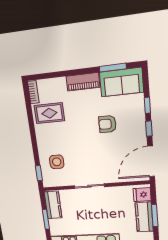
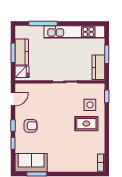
piano: (83, 82) -> (61, 166), removed
rug: (49, 113) -> (86, 124), moved
armchair: (107, 124) -> (31, 126), moved
door: (151, 161) -> (13, 99), width x0.53

